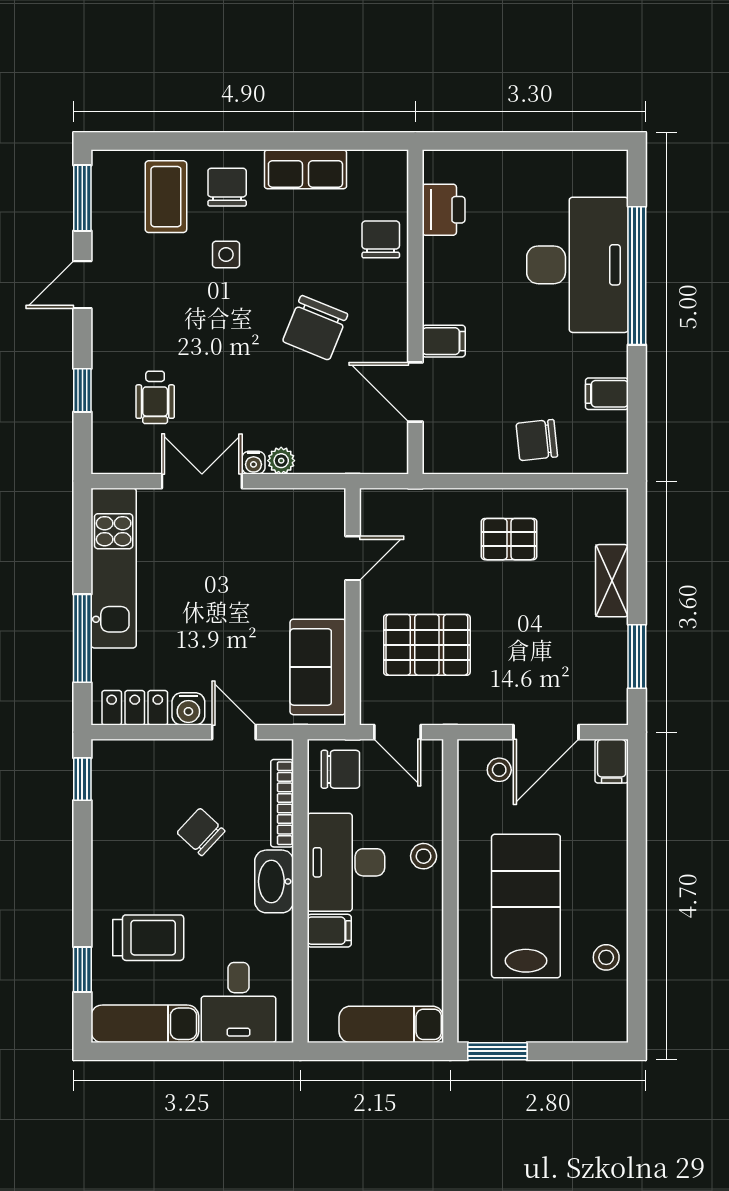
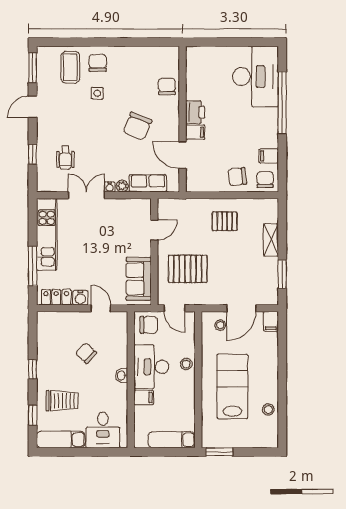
row of seats: (305, 169) -> (148, 183), moved, turned 180
printer: (444, 210) -> (195, 112), moved
desk: (577, 265) -> (255, 77), moved
chair: (599, 446) -> (265, 180), added
window: (82, 779) -> (33, 369), moved
bookcase: (282, 803) -> (123, 340), removed
washbasin: (274, 881) -> (122, 375), width x0.52, depth x0.69

